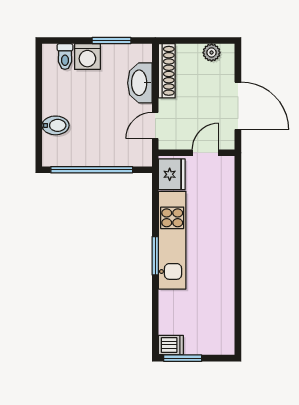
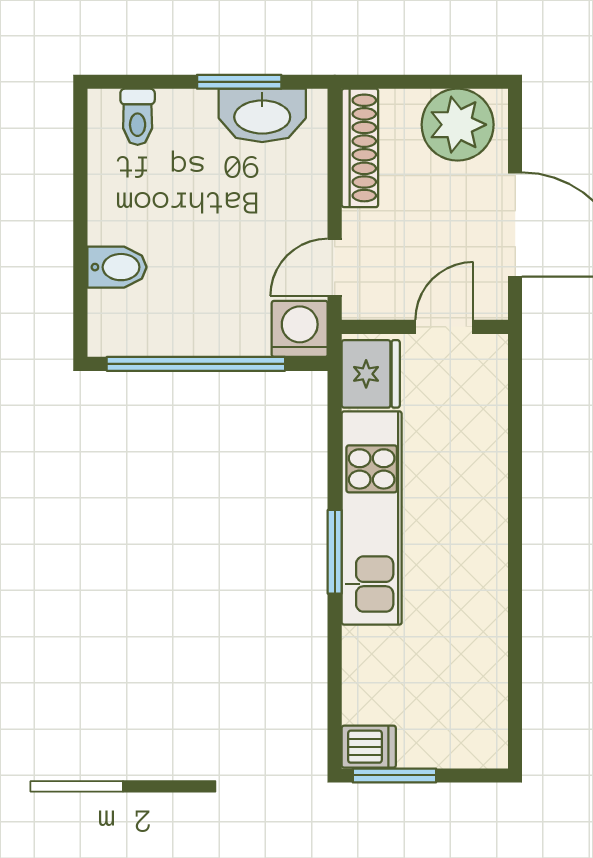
plant: (212, 53) -> (458, 125), width x1.87, depth x1.87
washing machine: (87, 57) -> (300, 329), moved, turned 180
washbasin: (140, 83) -> (262, 115), moved, turned -90

